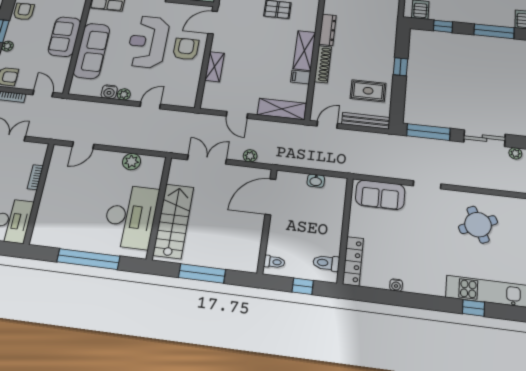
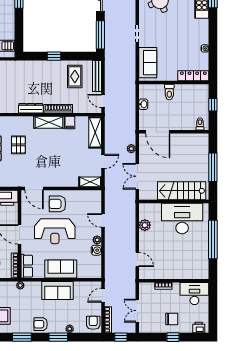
window: (443, 26) -> (19, 29), removed
sofa: (92, 51) -> (61, 269), width x0.73
shelving: (215, 67) -> (90, 182), moved
toilet: (326, 263) -> (169, 92), moved

